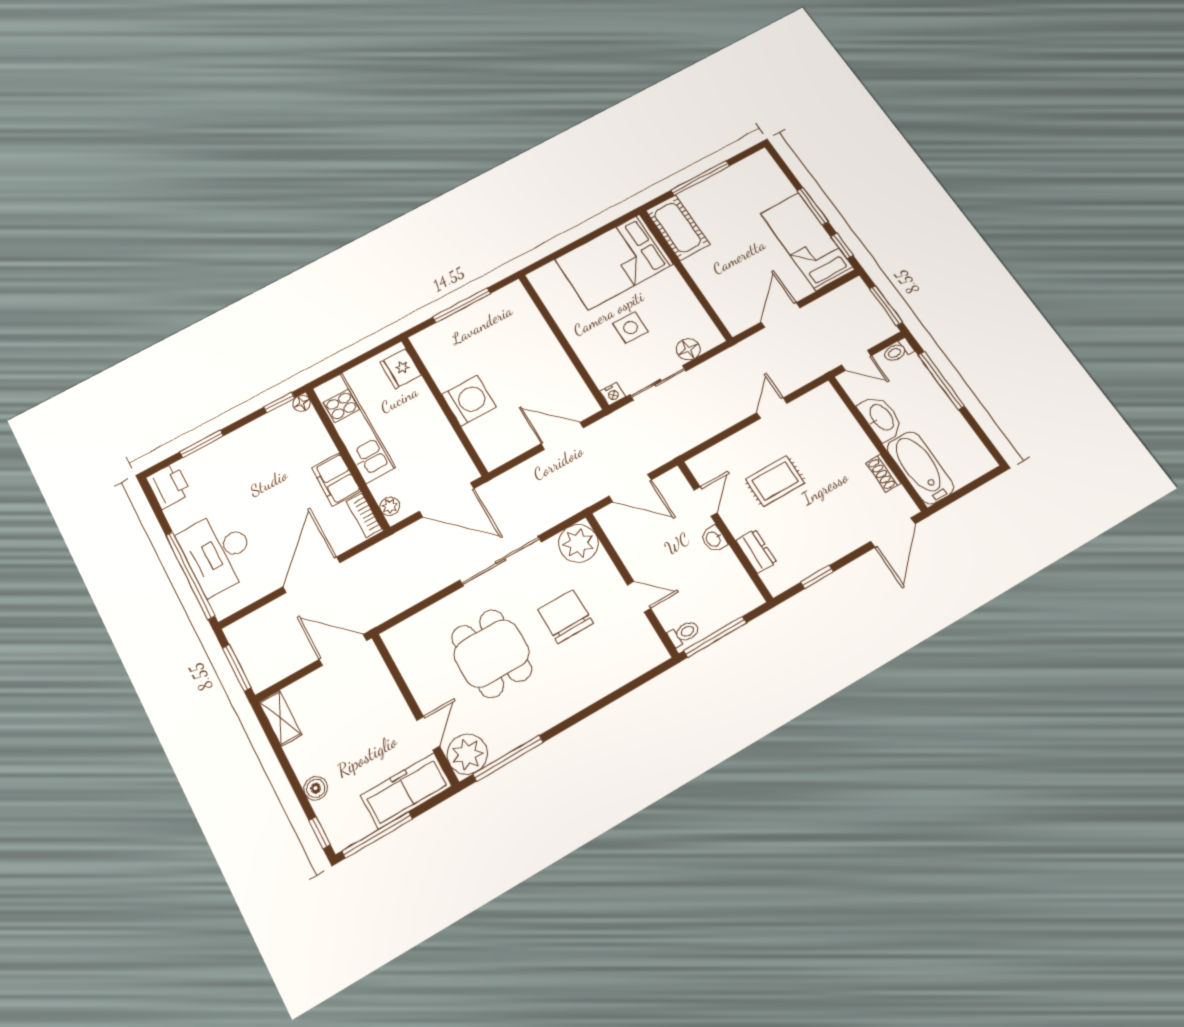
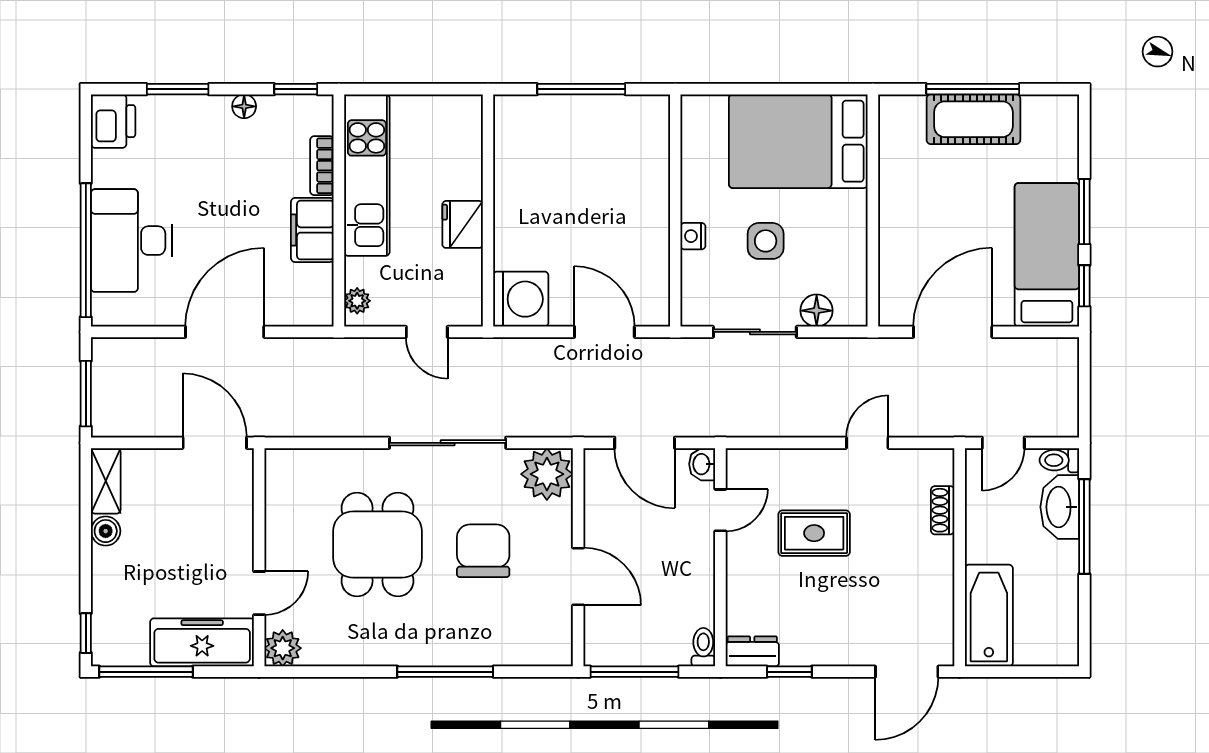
cot: (678, 228) -> (973, 119), moved, turned 90
window: (886, 306) -> (1084, 395), removed
door: (781, 315) -> (953, 332), width x1.36
door: (856, 360) -> (1003, 443), hinge flipped
fridge: (400, 369) -> (463, 224), moved
nightstand: (613, 394) -> (693, 236), moved, turned 90
washing machine: (469, 401) -> (521, 299), moved
floor lamp: (302, 403) -> (244, 106), moved
washbasin: (881, 418) -> (1060, 507), moved, turned 180
shoe rack: (883, 473) -> (943, 510), moved
door: (447, 500) -> (427, 332), width x0.53
bookcase: (364, 515) -> (322, 166), moved
washbasin: (714, 539) -> (702, 464), moved
dresser: (756, 551) -> (752, 651), moved, turned -90
door: (639, 597) -> (578, 576), width x1.38
toilet: (684, 633) -> (703, 647), moved, turned -90
plant: (467, 754) -> (283, 648), width x0.73, depth x0.73
window: (508, 758) -> (445, 672), moved
boiler: (316, 788) -> (106, 531), moved

